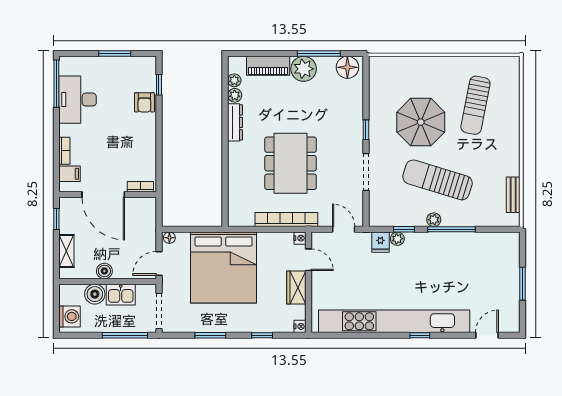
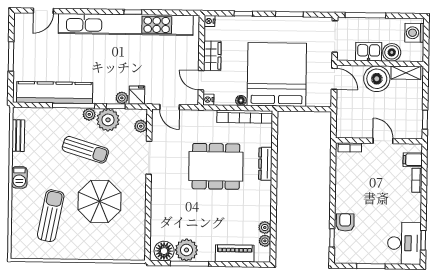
plant: (304, 69) -> (186, 250), moved
window: (56, 84) -> (423, 240), width x0.46
desk: (78, 100) -> (404, 243), moved
dresser: (235, 122) -> (265, 164), moved
window: (366, 130) -> (148, 195), removed
barbecue: (511, 148) -> (19, 177), added
dining table: (291, 163) -> (216, 166), turned 90
sun lounger: (438, 180) -> (85, 150), width x0.73, depth x0.75
door: (103, 194) -> (383, 141), width x0.53
plant: (376, 207) -> (141, 126), added
plant: (413, 214) -> (108, 120), added
bookcase: (286, 220) -> (245, 117), moved
floor lamp: (169, 238) -> (241, 100), moved
kitchen counter: (473, 244) -> (55, 92), added
shelving: (66, 251) -> (406, 73), moved, turned 90
door: (159, 263) -> (334, 79), hinge flipped
boiler: (104, 271) -> (377, 79), width x1.86, depth x1.86
window: (420, 335) -> (133, 12), moved

